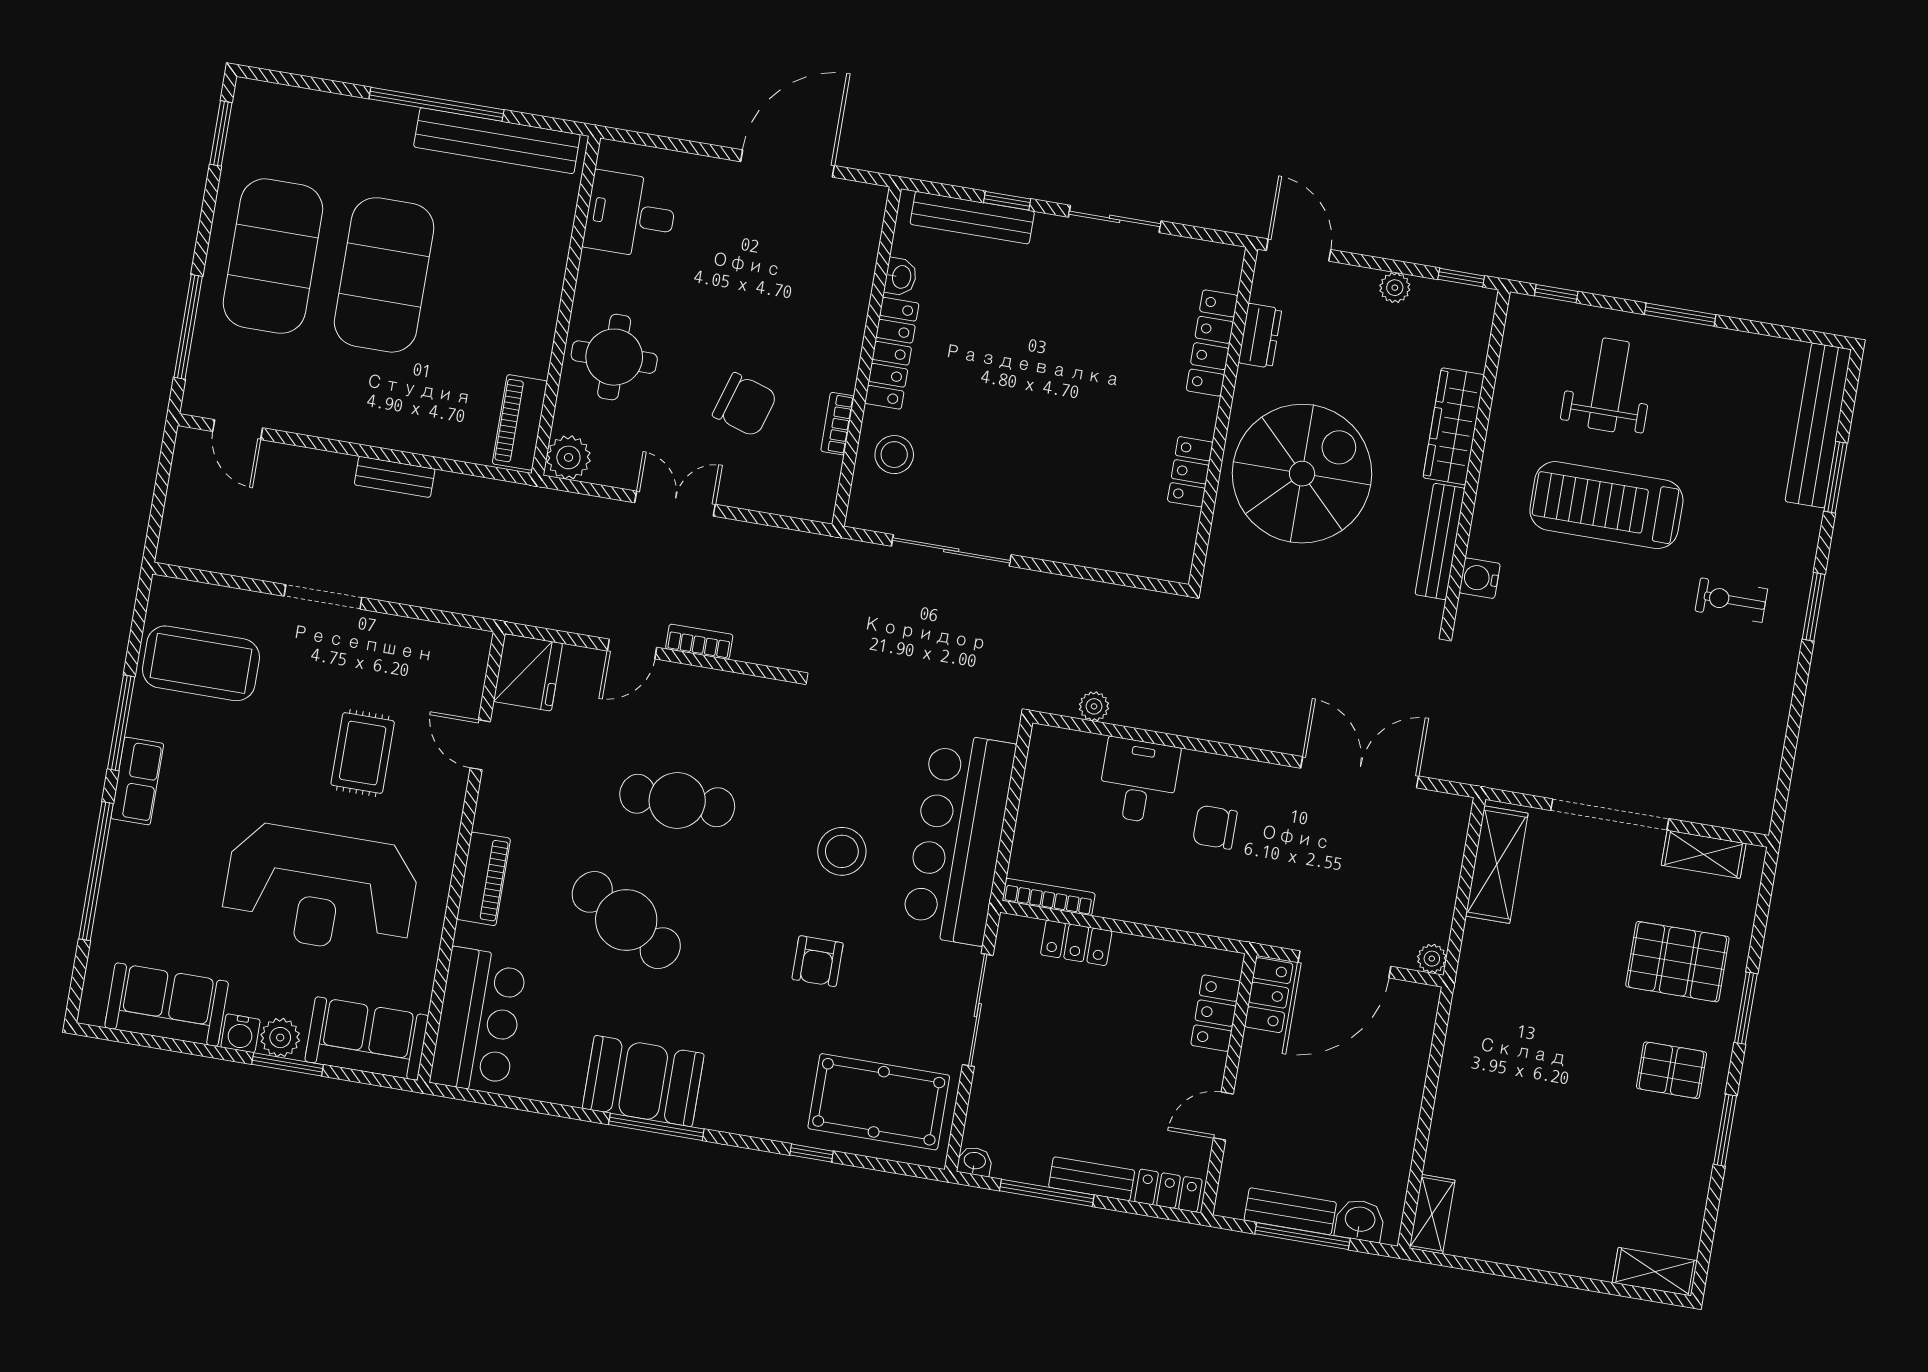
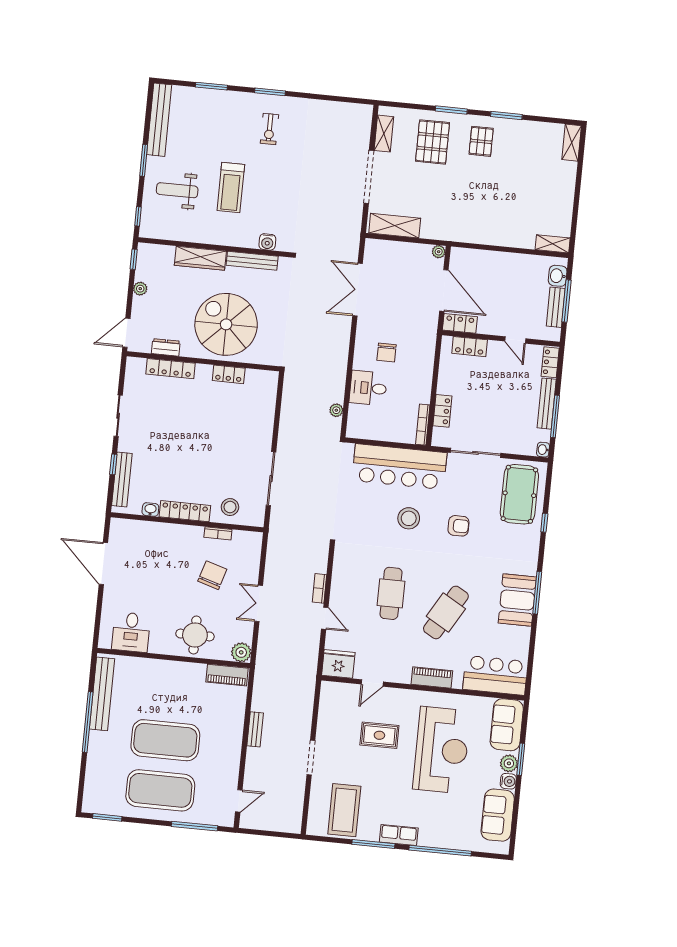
bench: (1818, 425) -> (159, 120), moved, turned 90
treadmill: (1606, 505) -> (231, 188), width x0.73, depth x0.73
bench: (1092, 1179) -> (547, 404), width x1.36

